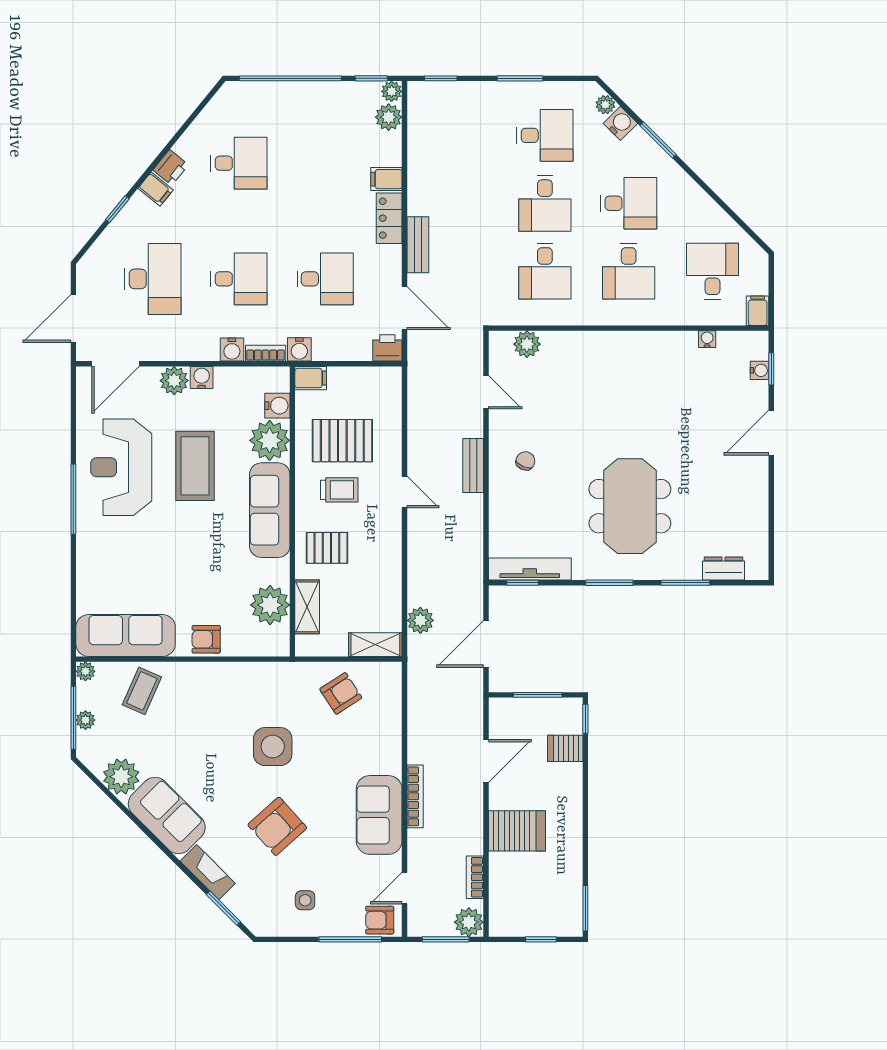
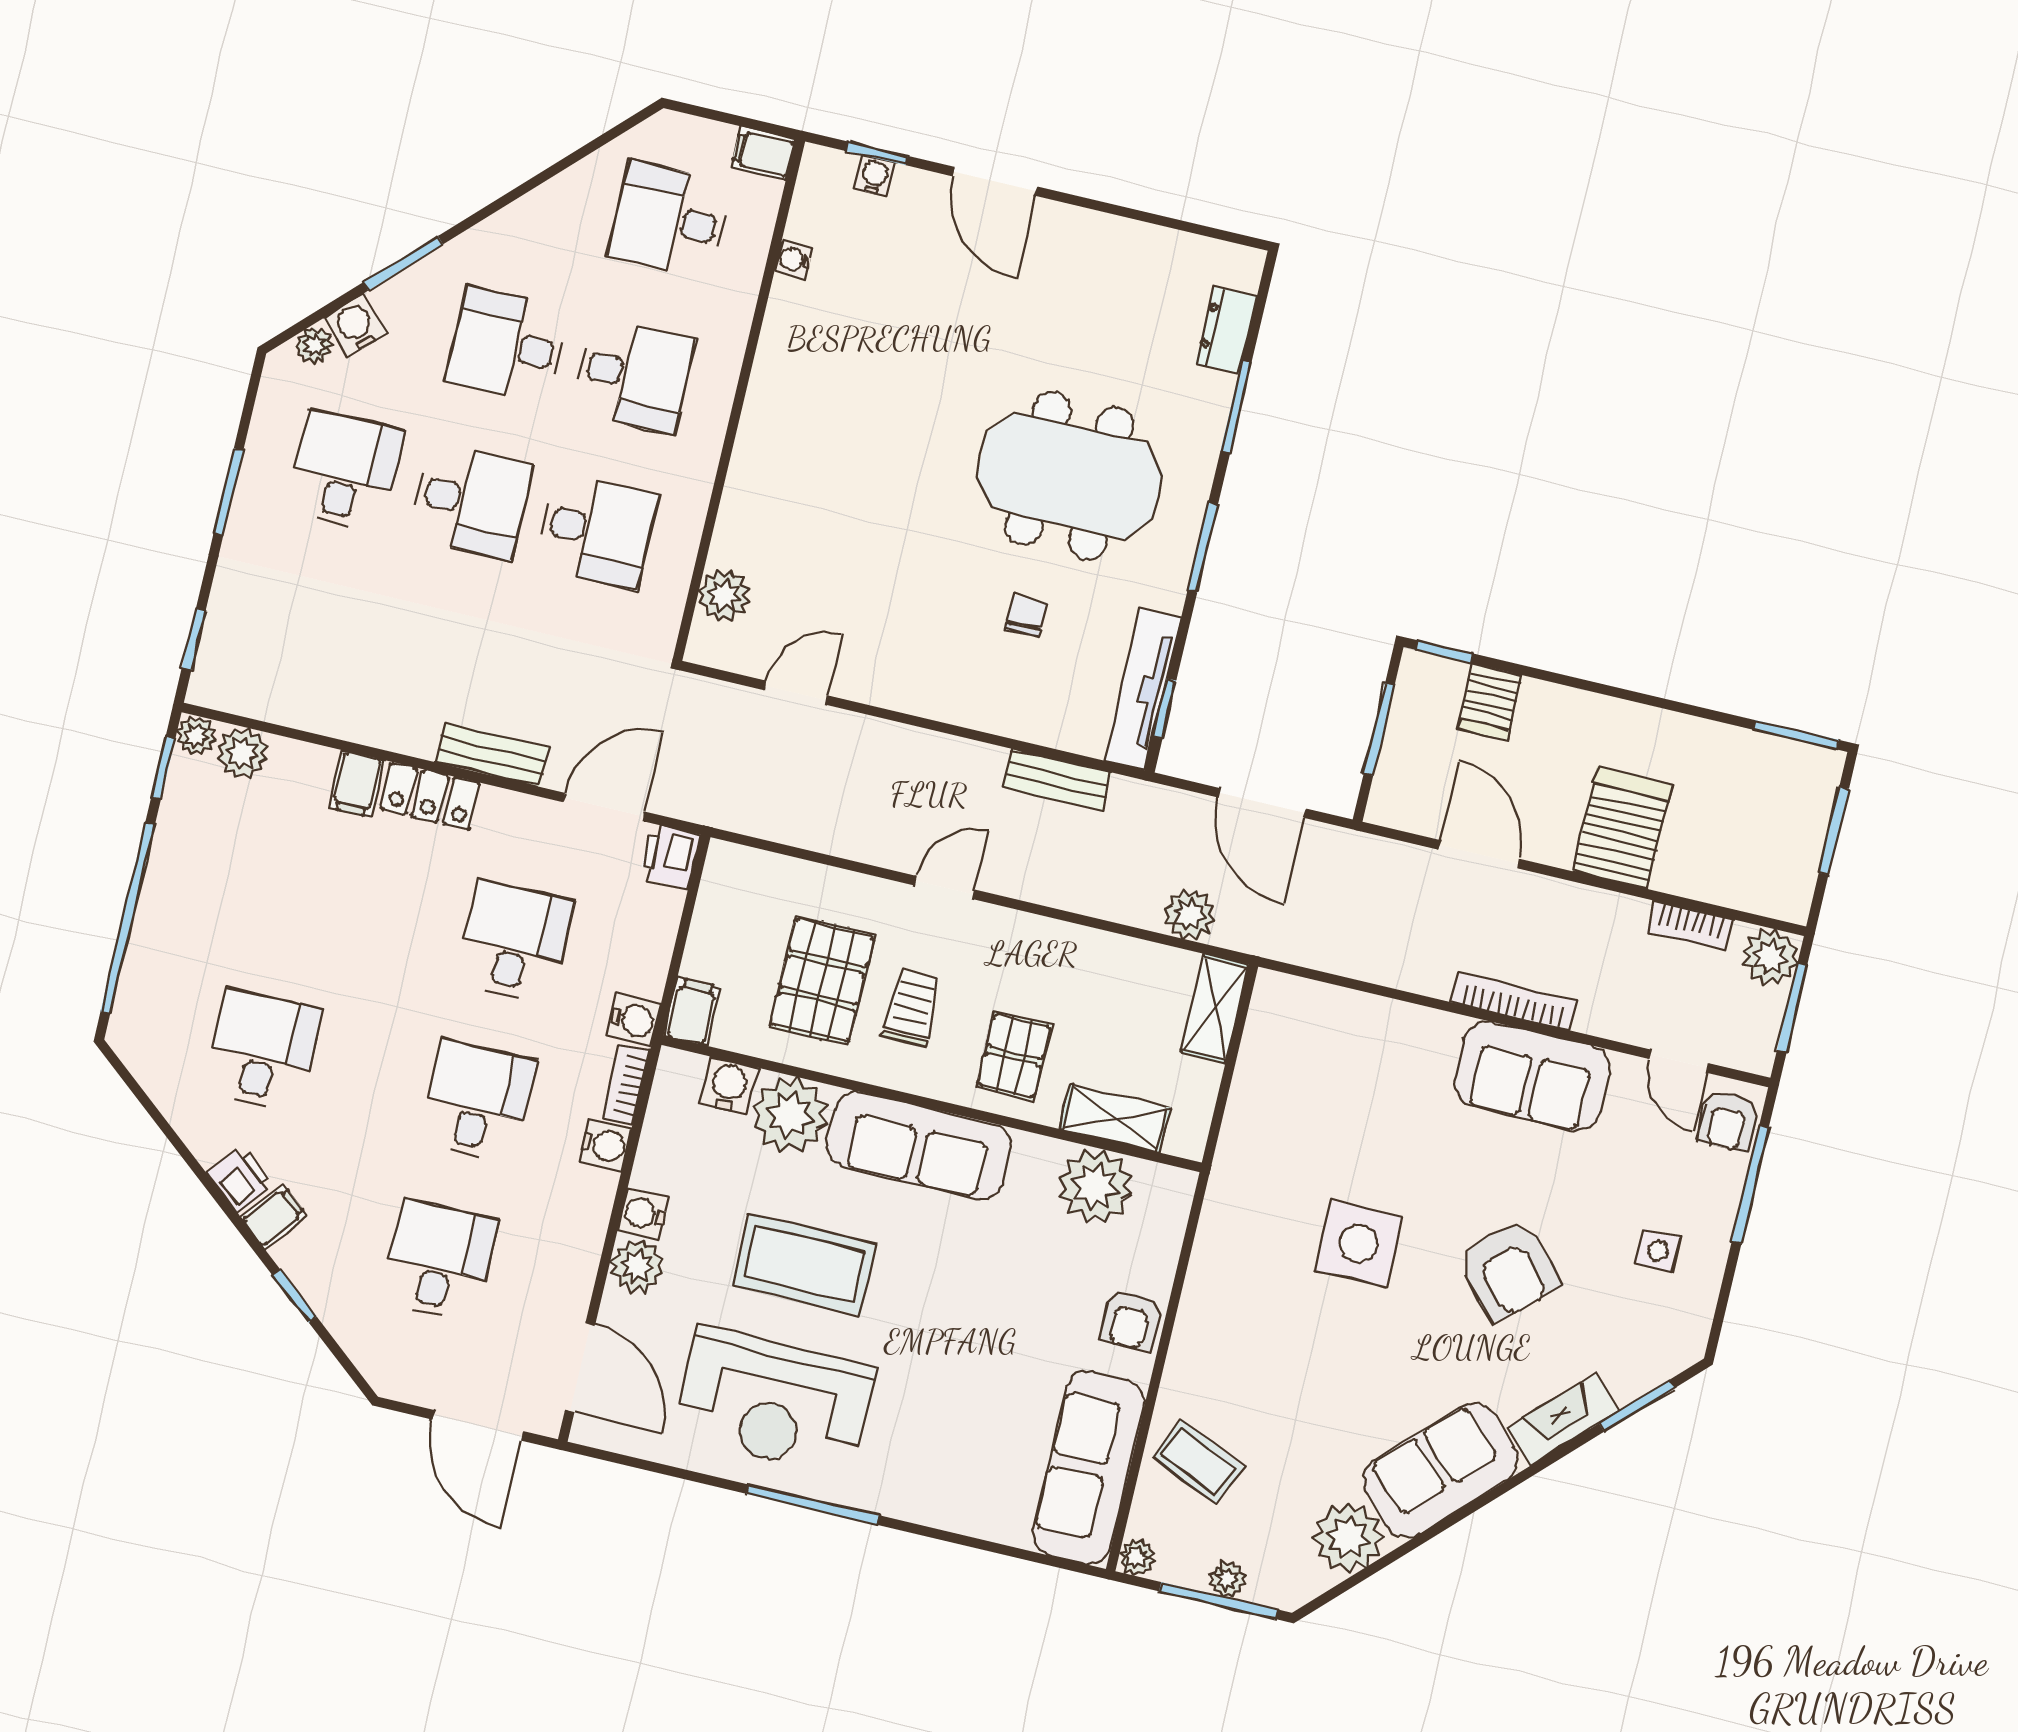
desk: (629, 203) -> (507, 345), turned -90
desk: (153, 279) -> (439, 1261), width x0.73
chair: (525, 461) -> (1026, 616), moved, turned 67
bench: (473, 465) -> (1057, 780), moved
armchair: (341, 693) -> (1290, 1094), removed
window: (541, 939) -> (1834, 831), width x1.50

